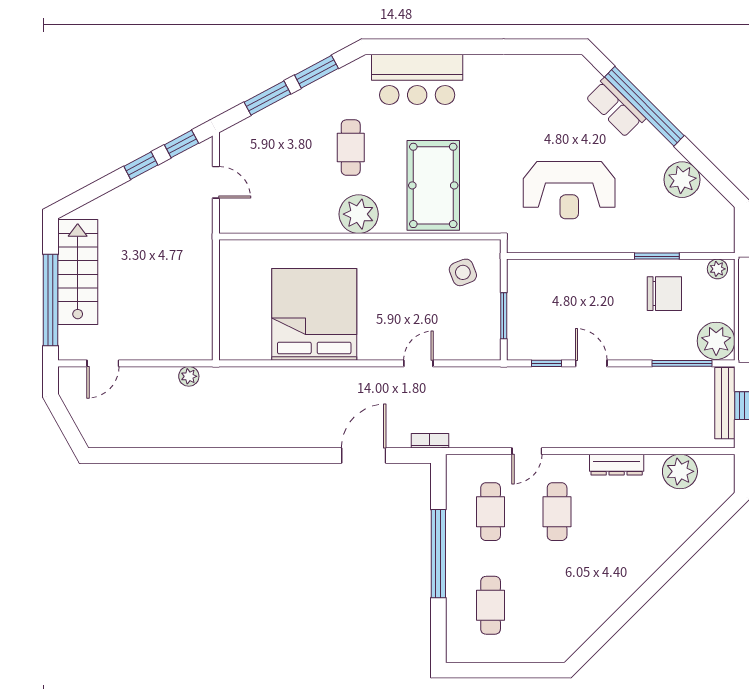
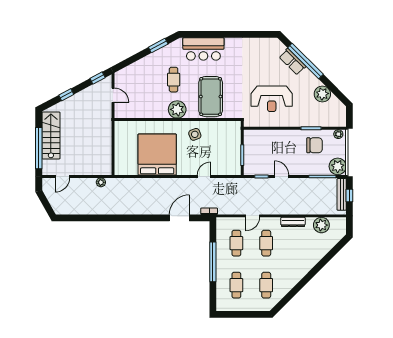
window: (267, 98) -> (136, 57), removed
window: (141, 166) -> (66, 95), moved
side table: (463, 272) -> (195, 134), moved
cafe table: (557, 605) -> (266, 285), added

